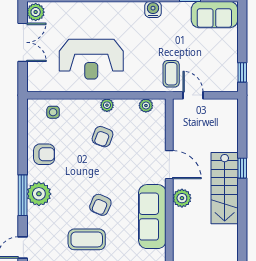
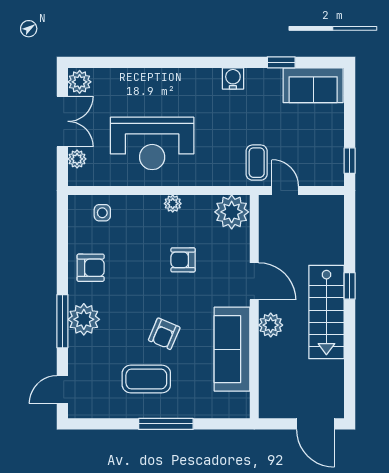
plant: (34, 71) -> (77, 159), added
plant: (146, 106) -> (232, 212), width x1.87, depth x1.87
armchair: (103, 137) -> (183, 260), moved, turned 70

